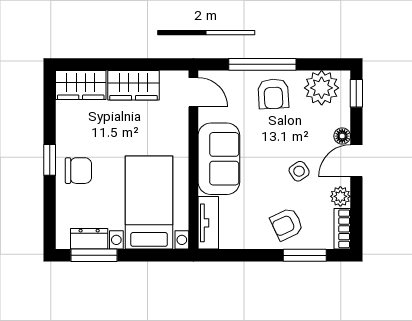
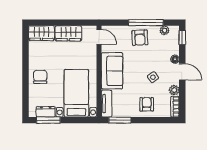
window: (262, 64) -> (146, 23), moved
plant: (322, 88) -> (164, 30), width x0.53, depth x0.53
window: (50, 160) -> (26, 71), removed
door: (356, 161) -> (182, 72), swing flipped
chair: (78, 171) -> (40, 77), turned -90
armchair: (287, 224) -> (147, 104), turned 115
window: (305, 255) -> (120, 120), moved

